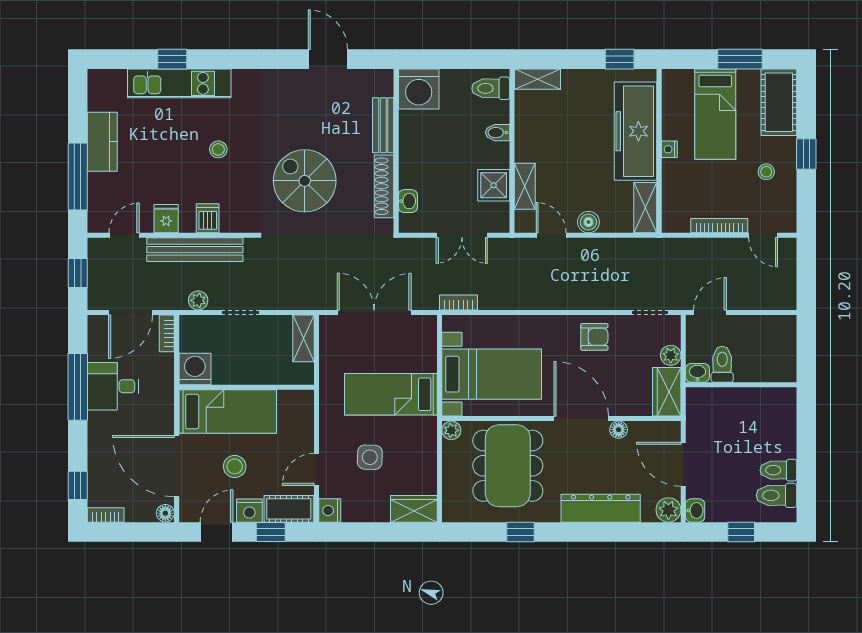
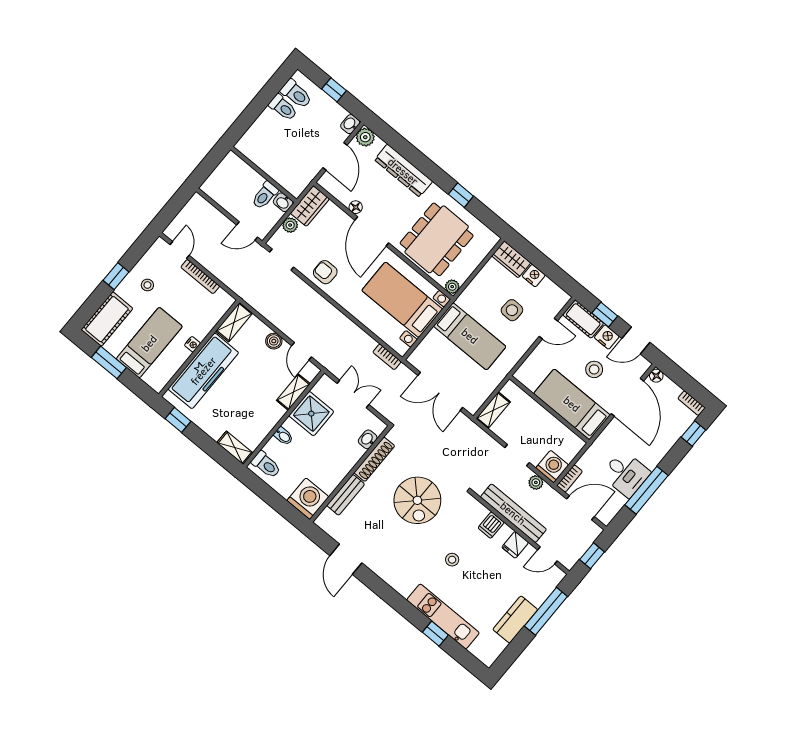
shower: (494, 185) -> (311, 414), width x1.36, depth x1.36
washing machine: (195, 369) -> (552, 467), moved, turned 180
nightstand: (330, 511) -> (534, 276), moved, turned -90

